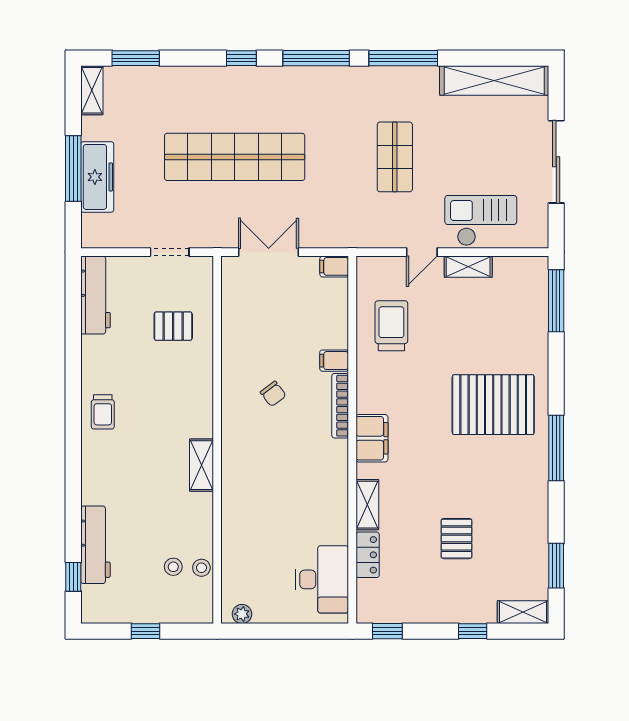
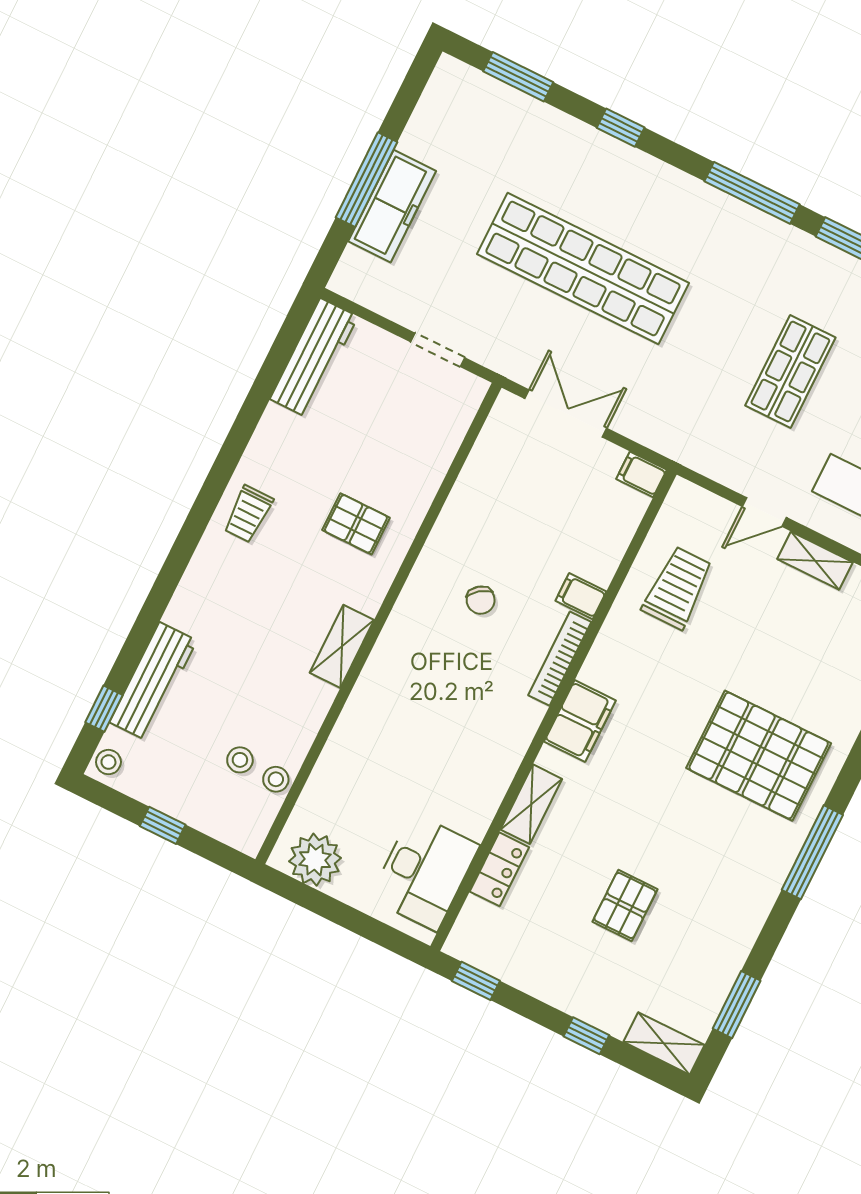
window: (241, 58) -> (621, 128), moved
shelving: (92, 90) -> (441, 90), removed
pallet: (173, 326) -> (356, 524), moved
stool: (92, 609) -> (108, 762), added
plant: (242, 614) -> (315, 860), width x1.88, depth x1.88

